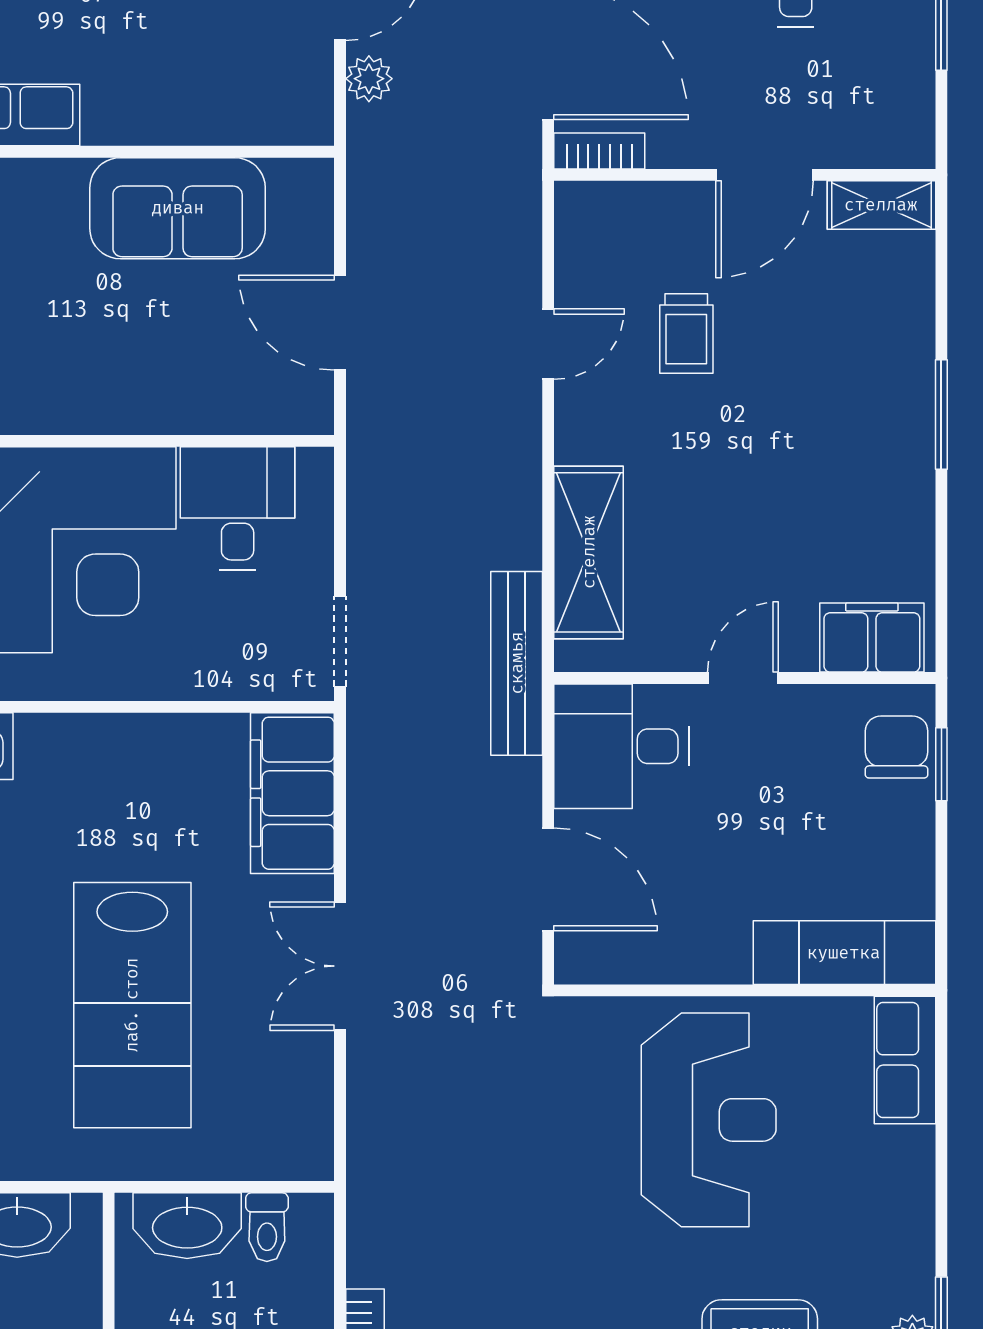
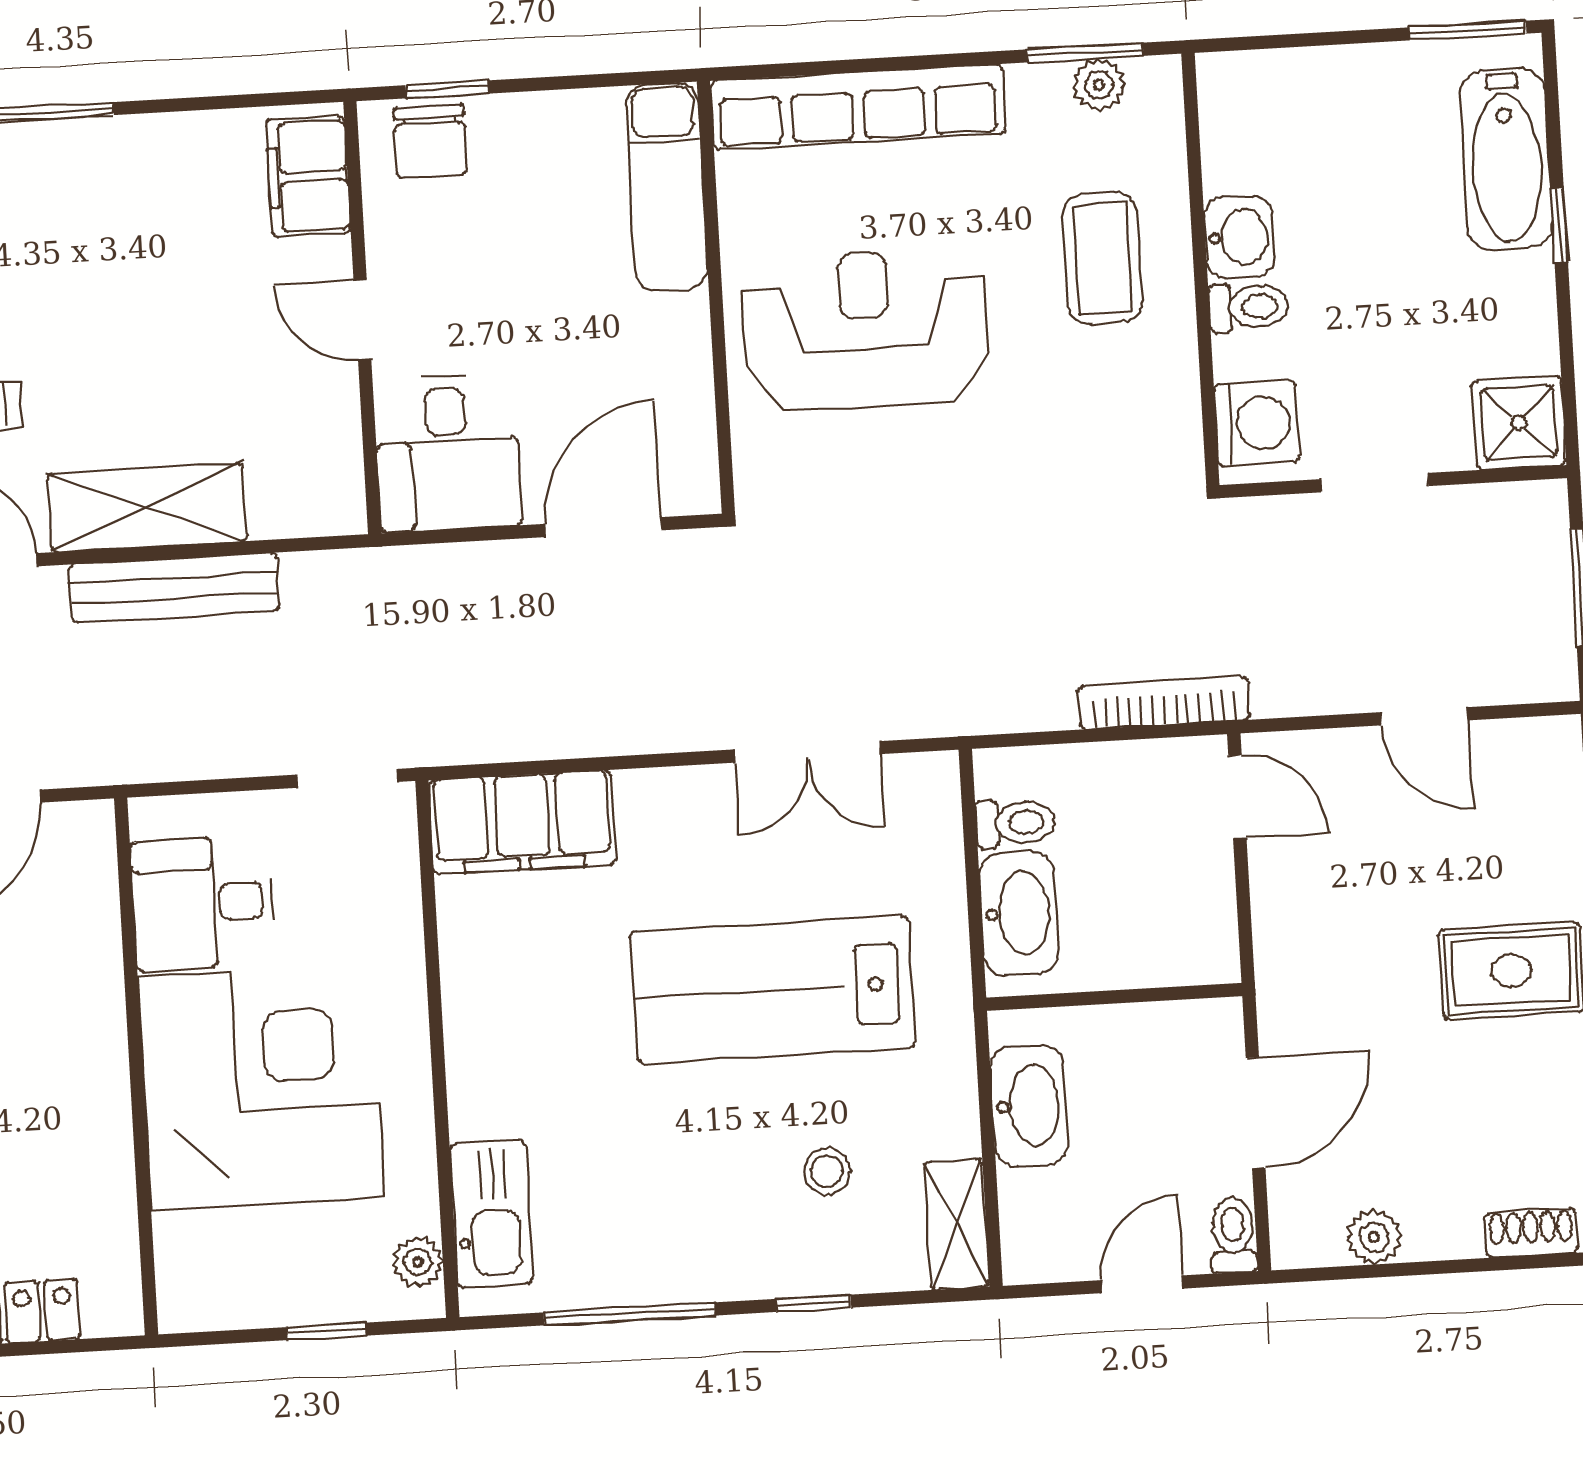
shelving: (589, 552) -> (147, 508), moved
bench: (517, 663) -> (174, 588), moved
chair: (897, 747) -> (431, 141), turned -90
double door: (340, 966) -> (808, 752), moved
lab bench: (132, 1005) -> (773, 990), turned 180
row of seats: (905, 1060) -> (858, 107), width x2.02

